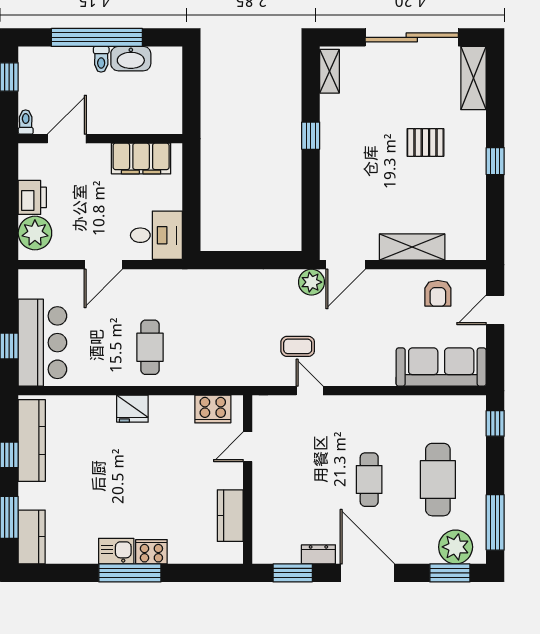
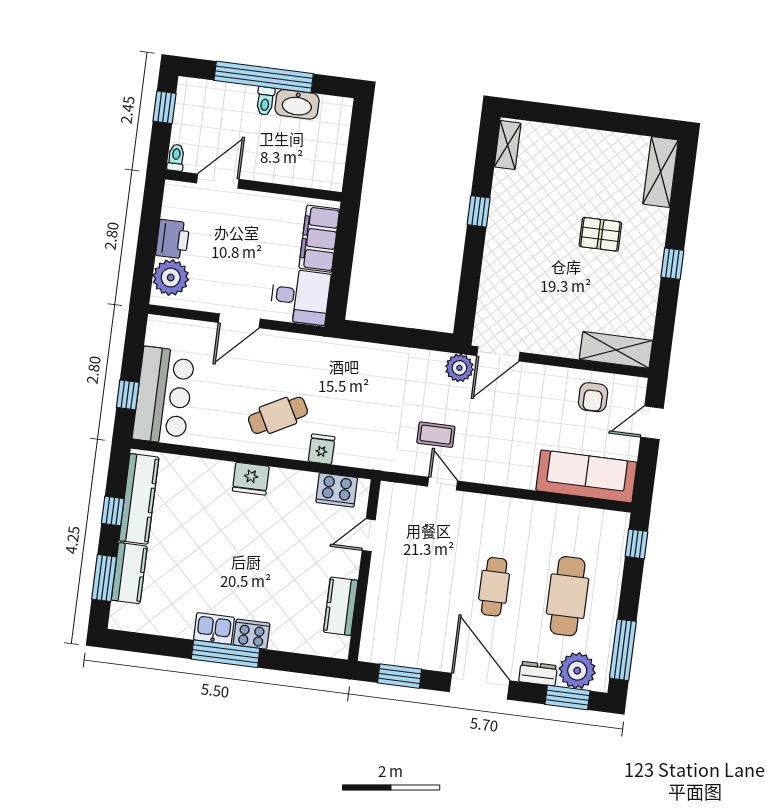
sliding door: (412, 37) -> (600, 120), removed
filing cabinet: (141, 159) -> (319, 239), moved, turned 90
shelving: (412, 247) -> (616, 350), moved
cafe table: (150, 347) -> (278, 415), turned 62
fridge: (194, 373) -> (322, 449), added
kitchen counter: (32, 537) -> (129, 573), moved
dresser: (318, 554) -> (538, 674), moved

